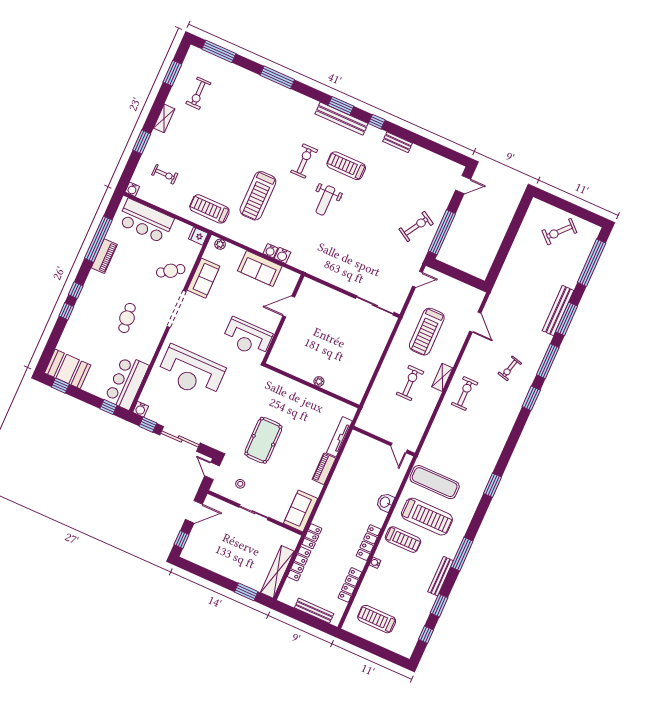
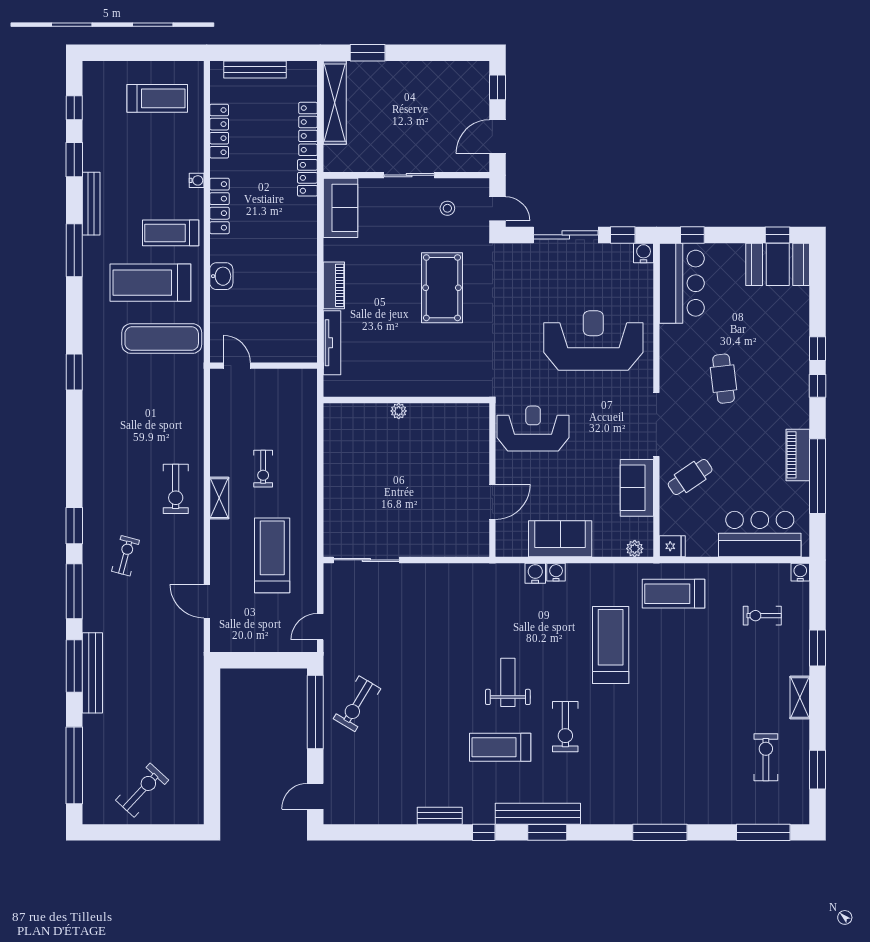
treadmill: (346, 166) -> (500, 747), turned 180
treadmill: (209, 209) -> (673, 594), turned 180
exercise bike: (410, 383) -> (263, 469), width x0.73, depth x0.72

